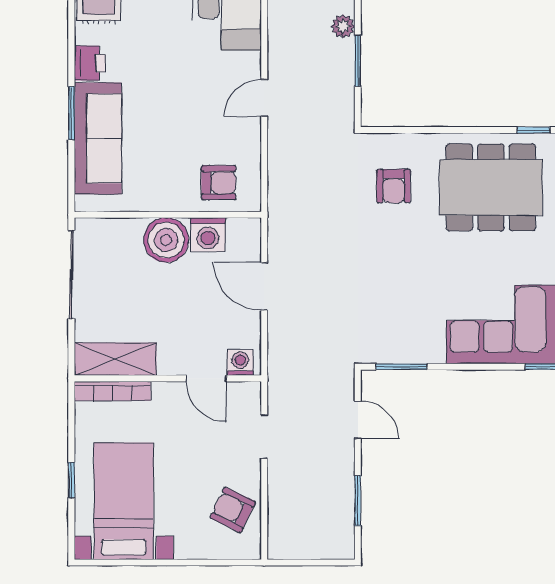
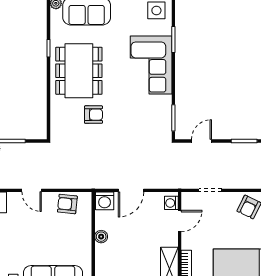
armchair: (219, 183) -> (67, 204), moved, turned -84
armchair: (394, 186) -> (94, 115), moved
washing machine: (208, 235) -> (105, 201), moved, turned 90
boiler: (166, 240) -> (101, 237), width x0.54, depth x0.54

